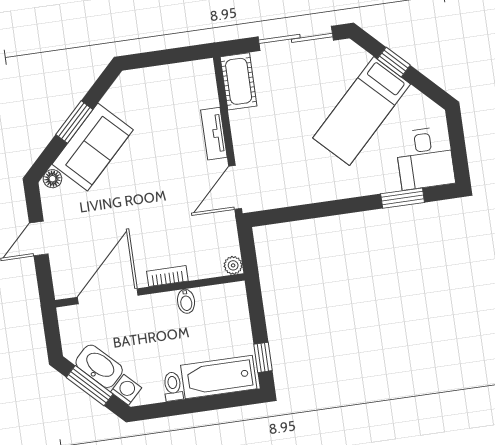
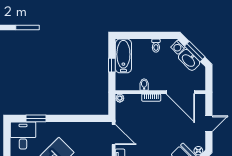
door: (235, 187) -> (114, 134), hinge flipped
door: (108, 296) -> (180, 92), hinge flipped
window: (263, 357) -> (112, 65), moved
bathtub: (219, 377) -> (123, 56), moved, turned -90

